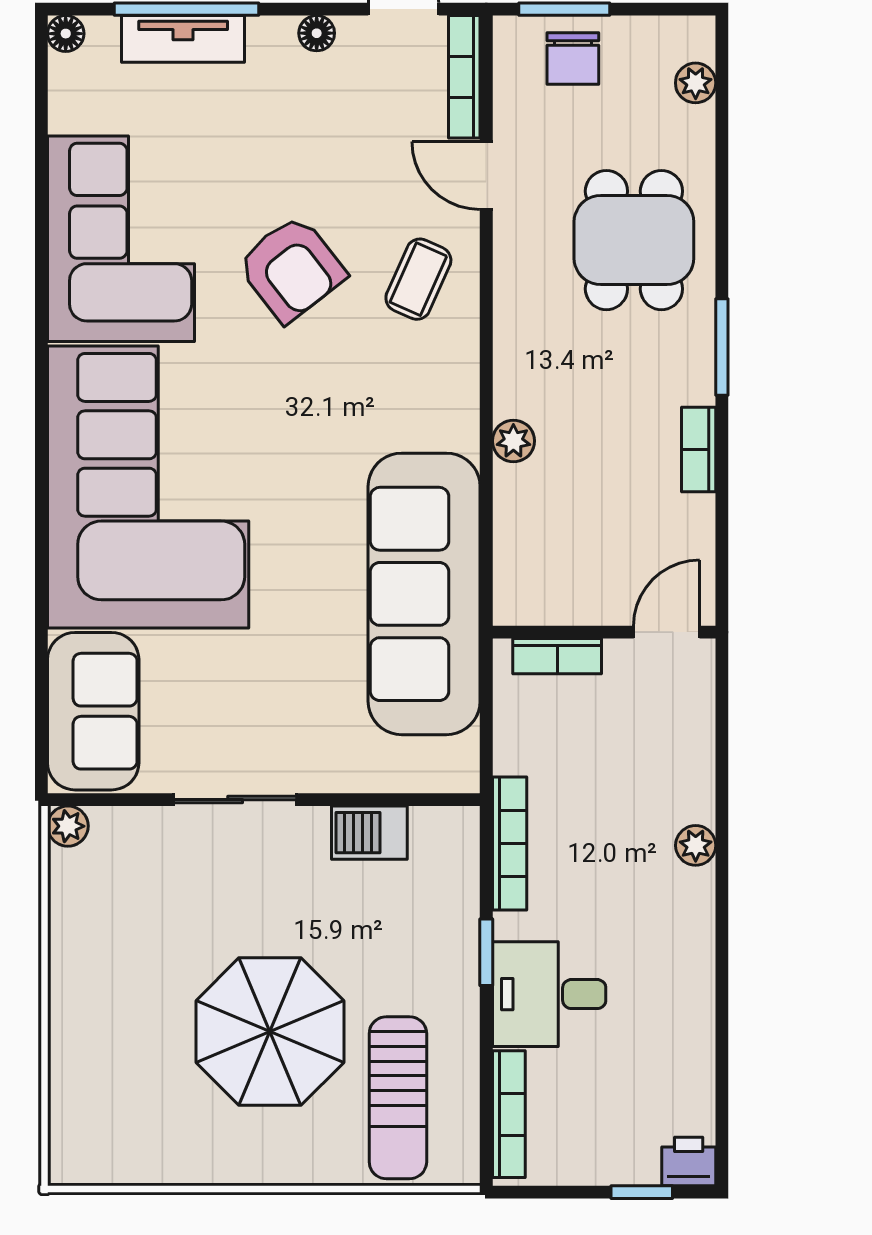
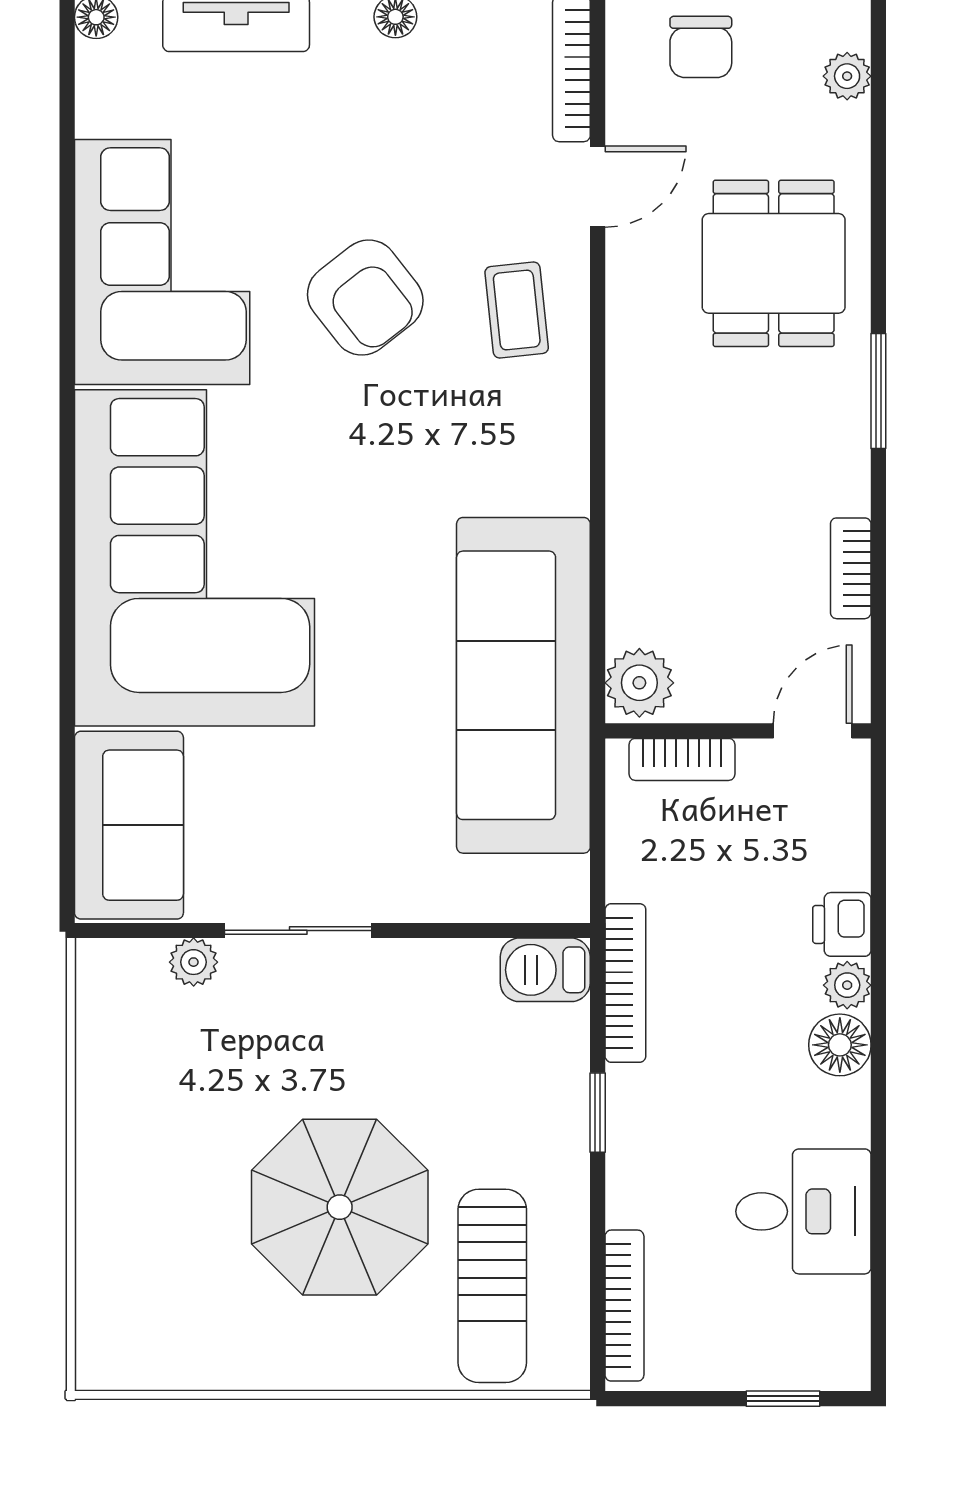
door: (486, 176) -> (598, 187), swing flipped
coffee table: (418, 279) -> (517, 310), turned -30
plant: (513, 441) -> (639, 683), moved, width x1.38, depth x1.38
bookcase: (699, 450) -> (851, 568), moved
plant: (68, 826) -> (194, 962), moved
barbecue: (369, 833) -> (545, 970), moved
floor lamp: (689, 896) -> (840, 1045), added
desk: (549, 994) -> (803, 1211), moved, turned 180
printer: (689, 1161) -> (842, 924), moved, turned -90

